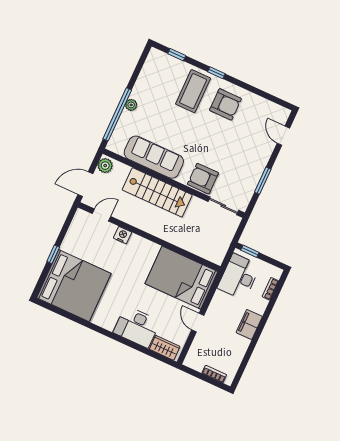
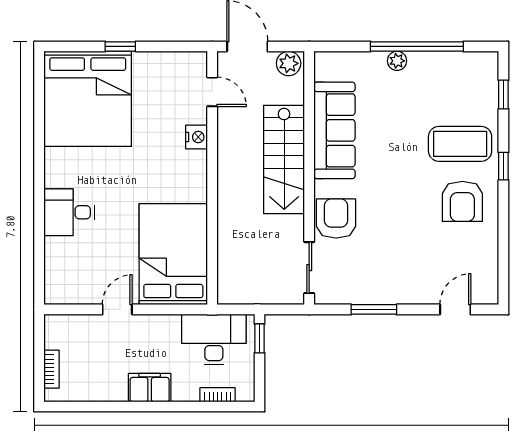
window: (117, 114) -> (417, 46), moved
desk: (137, 327) -> (69, 212), width x0.73
wardrobe: (165, 348) -> (57, 277), removed

